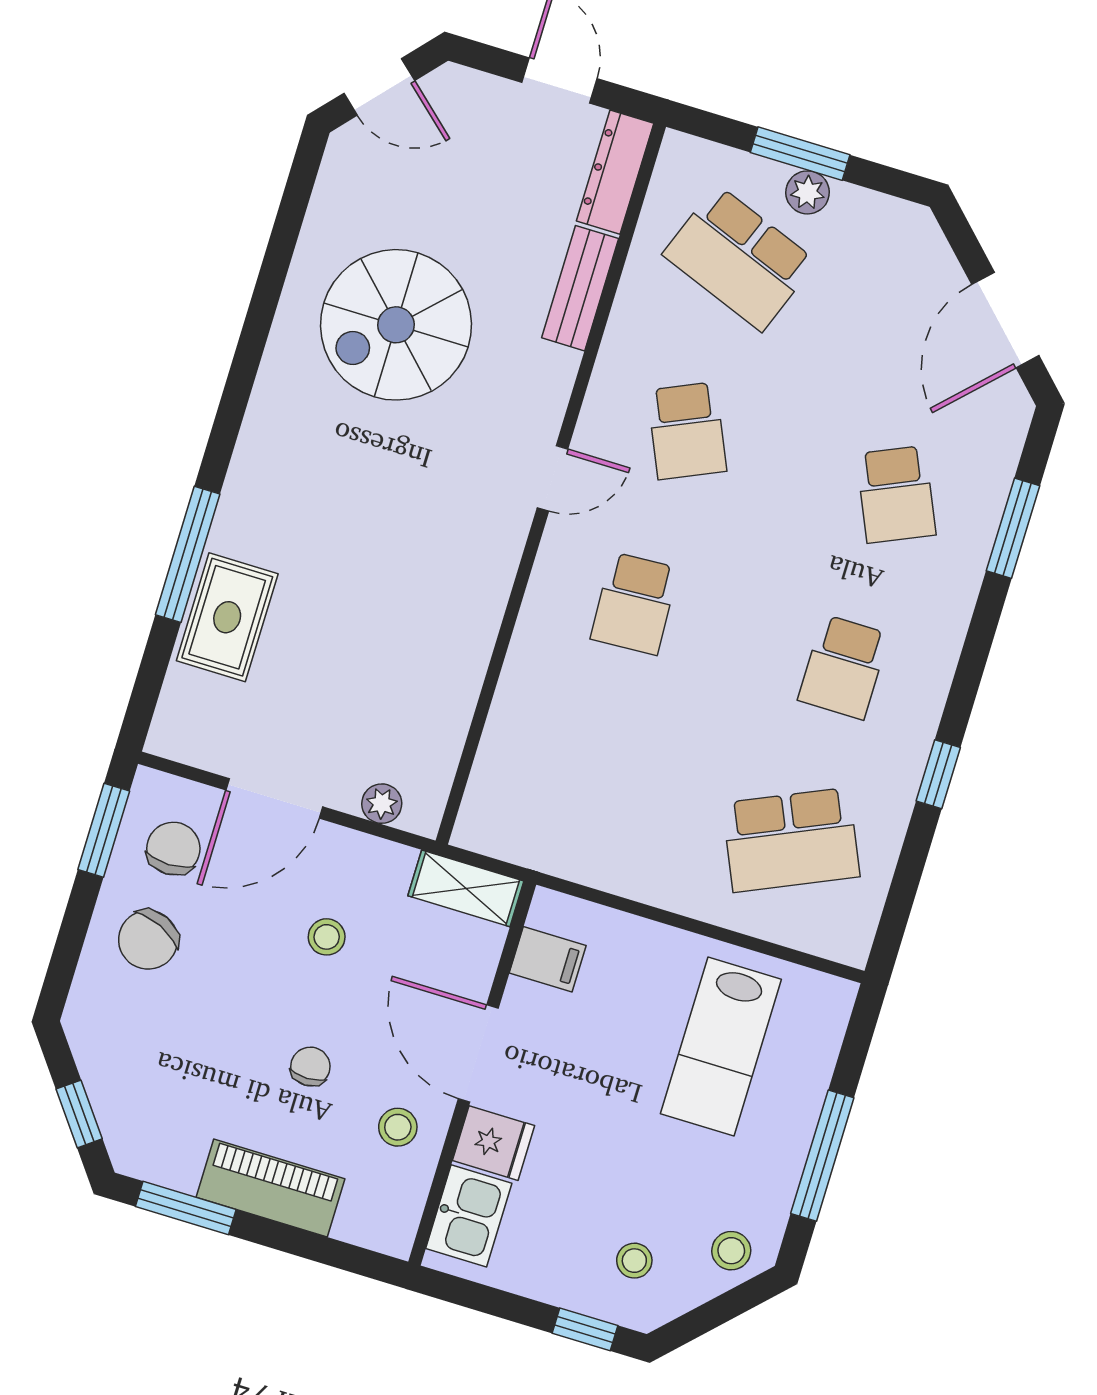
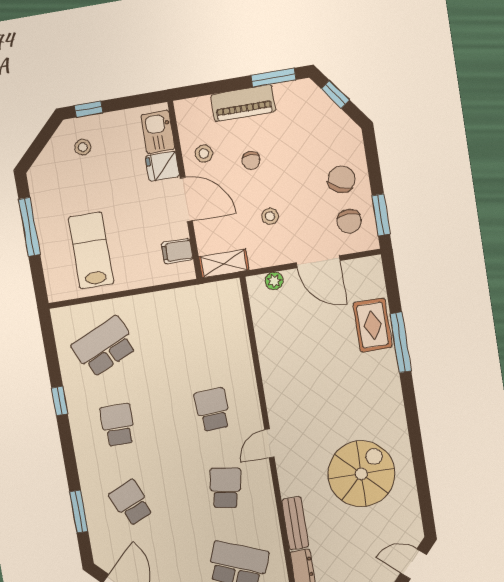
school desk: (687, 431) -> (225, 488), turned 33
door: (274, 798) -> (318, 262), swing flipped
stool: (731, 1251) -> (46, 170), removed

